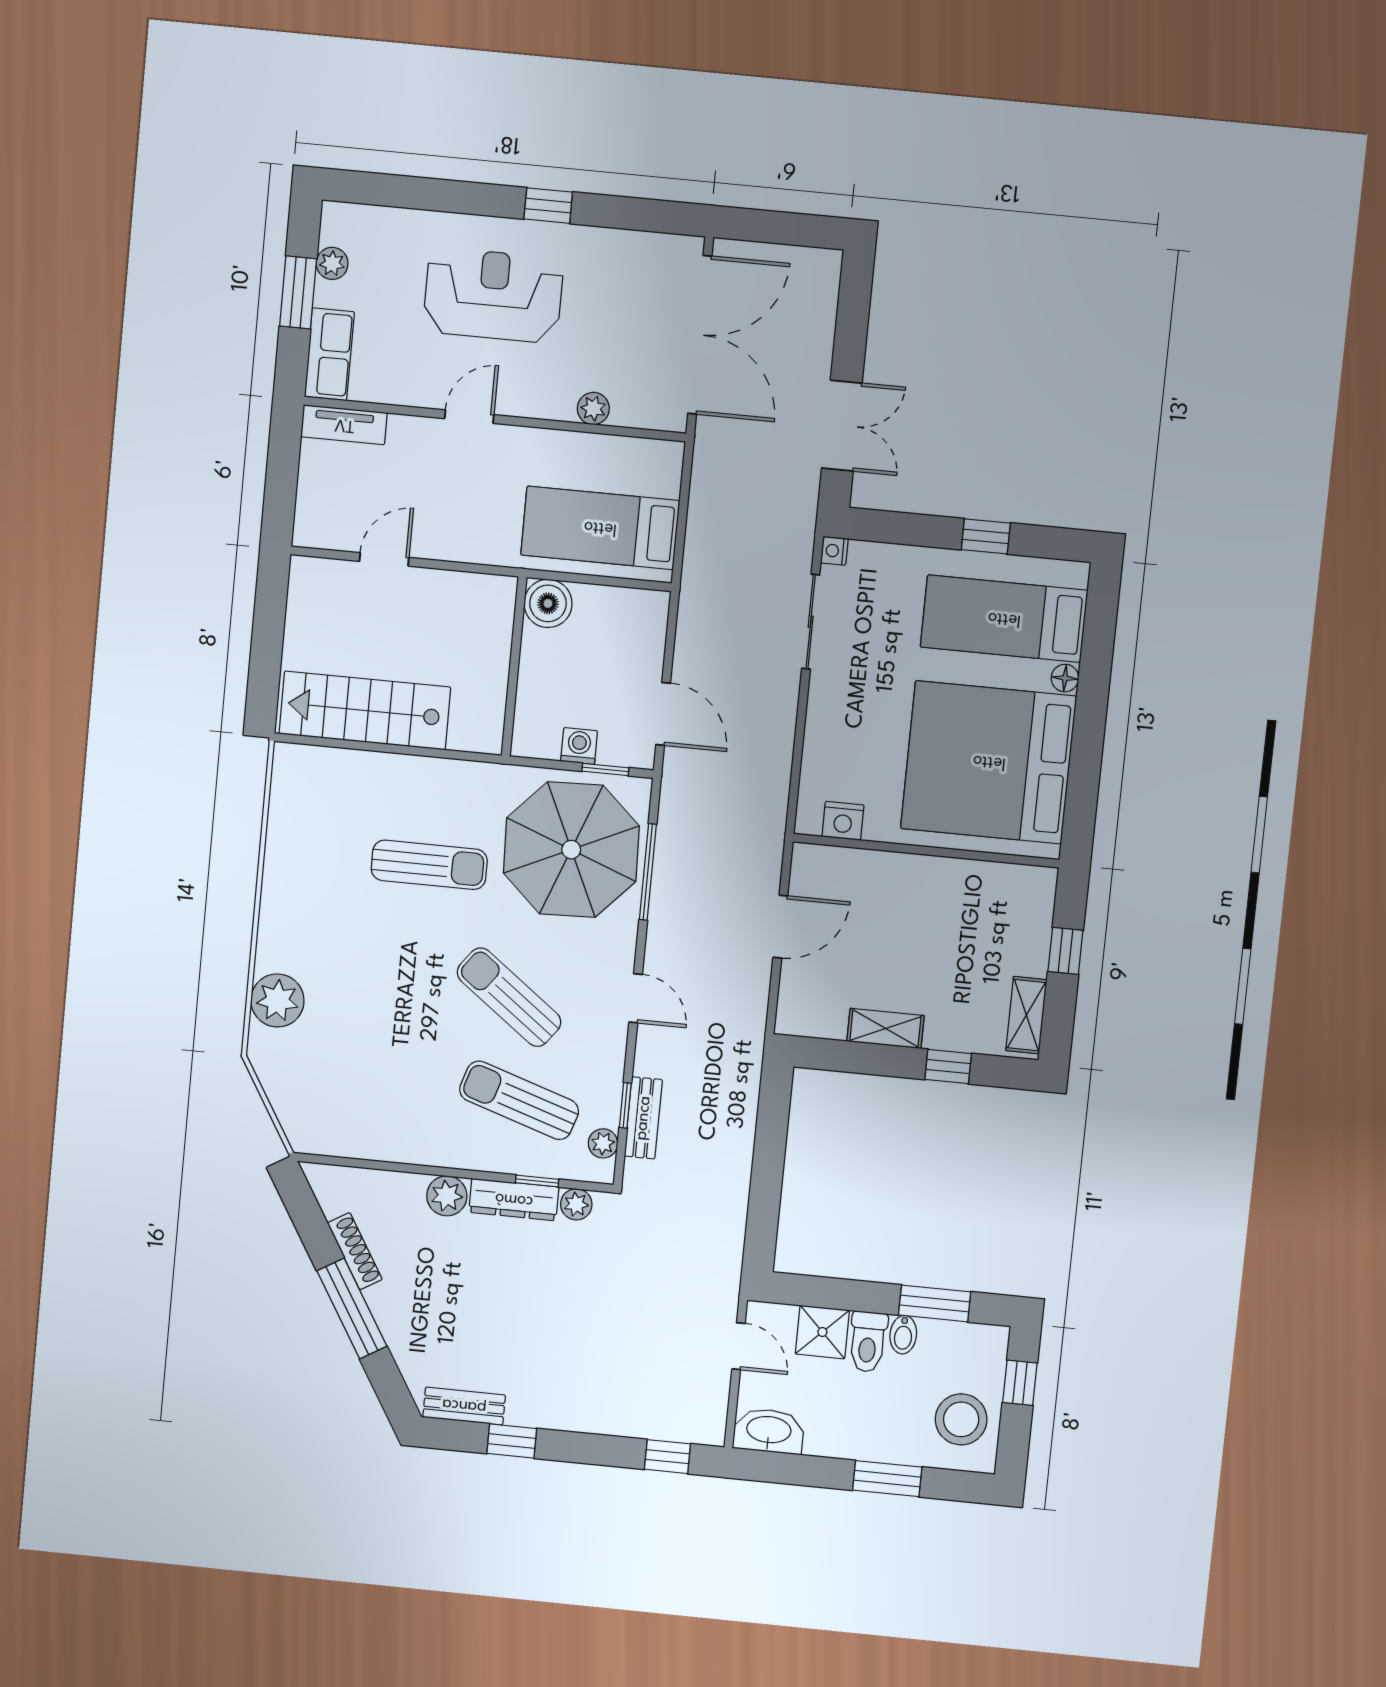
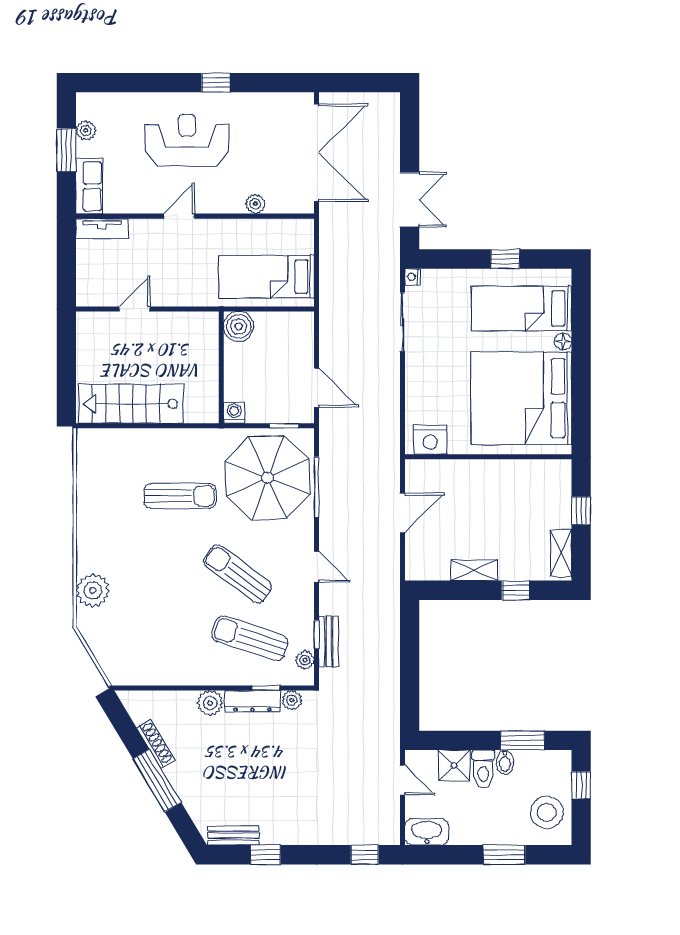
washing machine: (579, 746) -> (234, 413), moved
nightstand: (843, 821) -> (430, 440), width x1.36, depth x1.33

